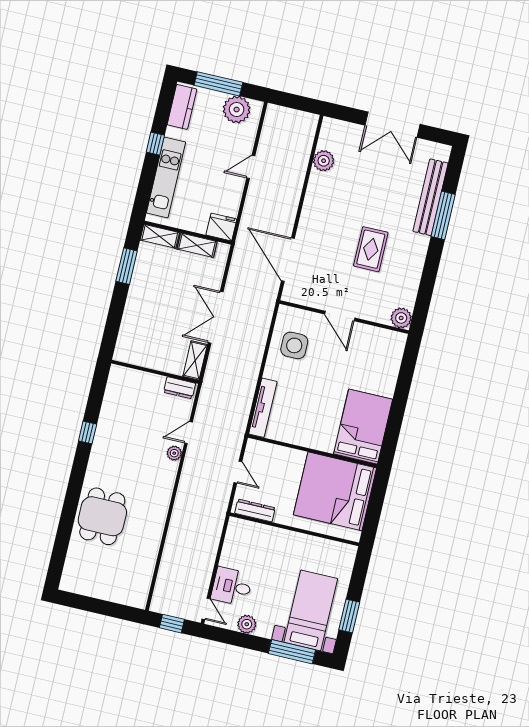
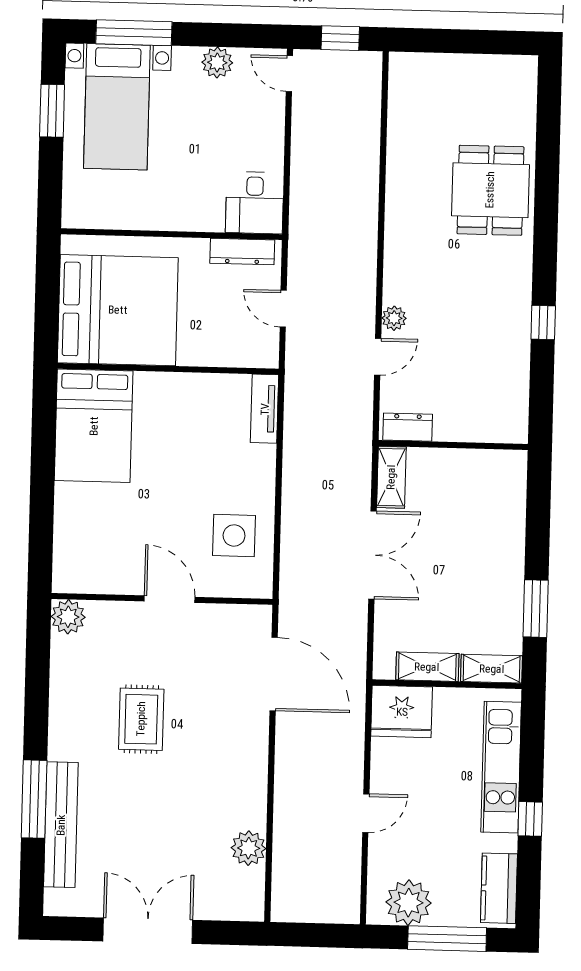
fridge: (221, 227) -> (402, 712), width x1.36, depth x1.34
tv unit: (263, 408) -> (265, 409), width x0.71
desk: (232, 586) -> (255, 203), moved, turned 90

